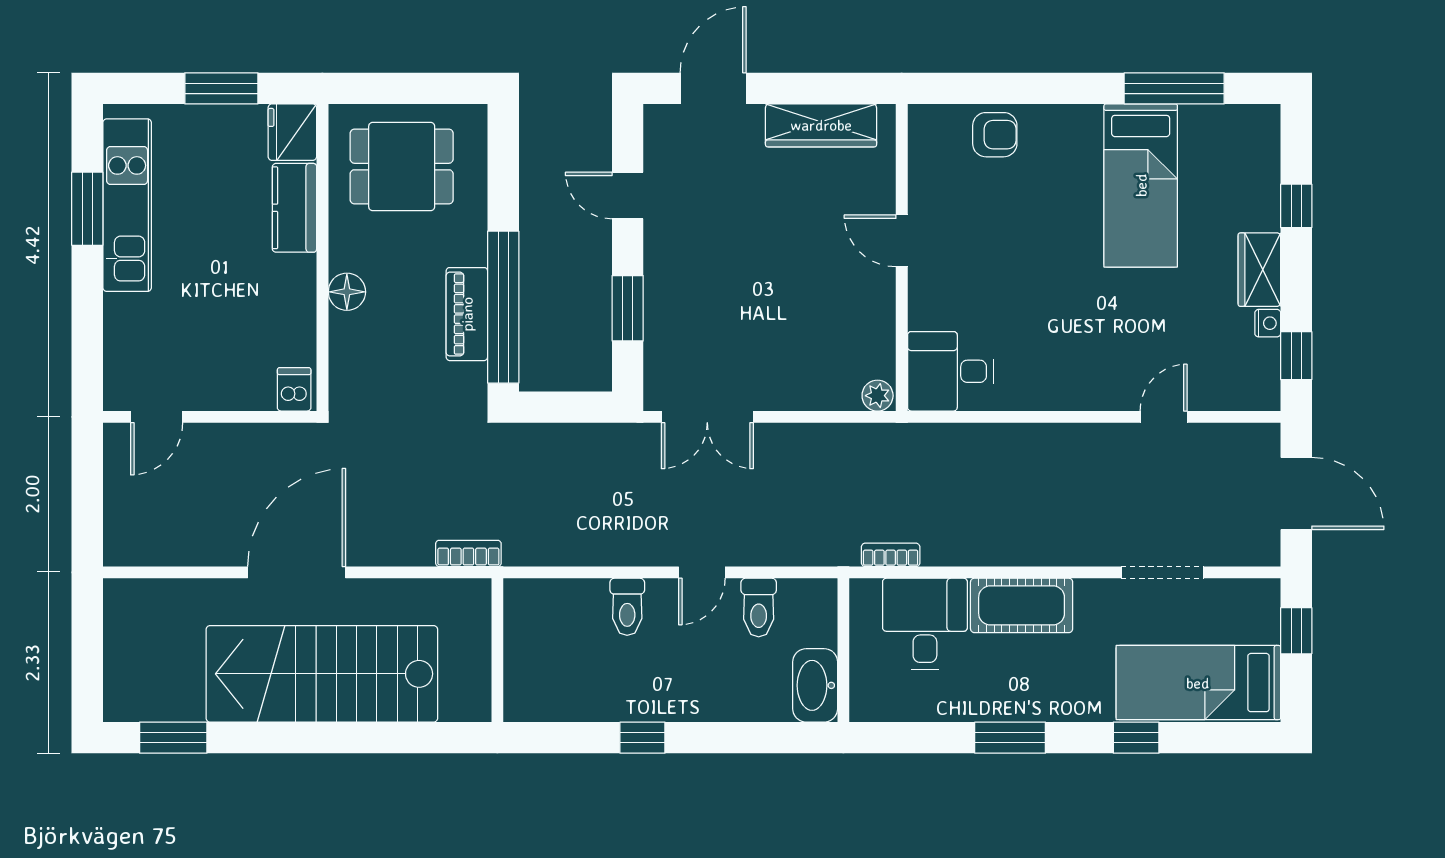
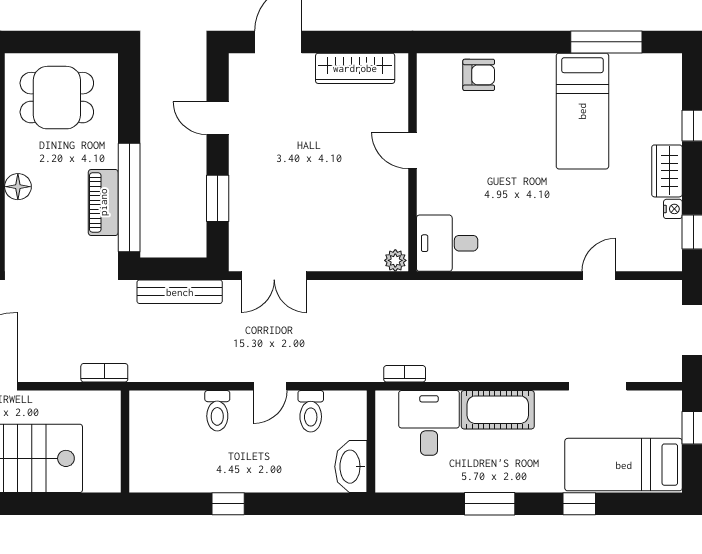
bench: (574, 439) -> (180, 292), added

